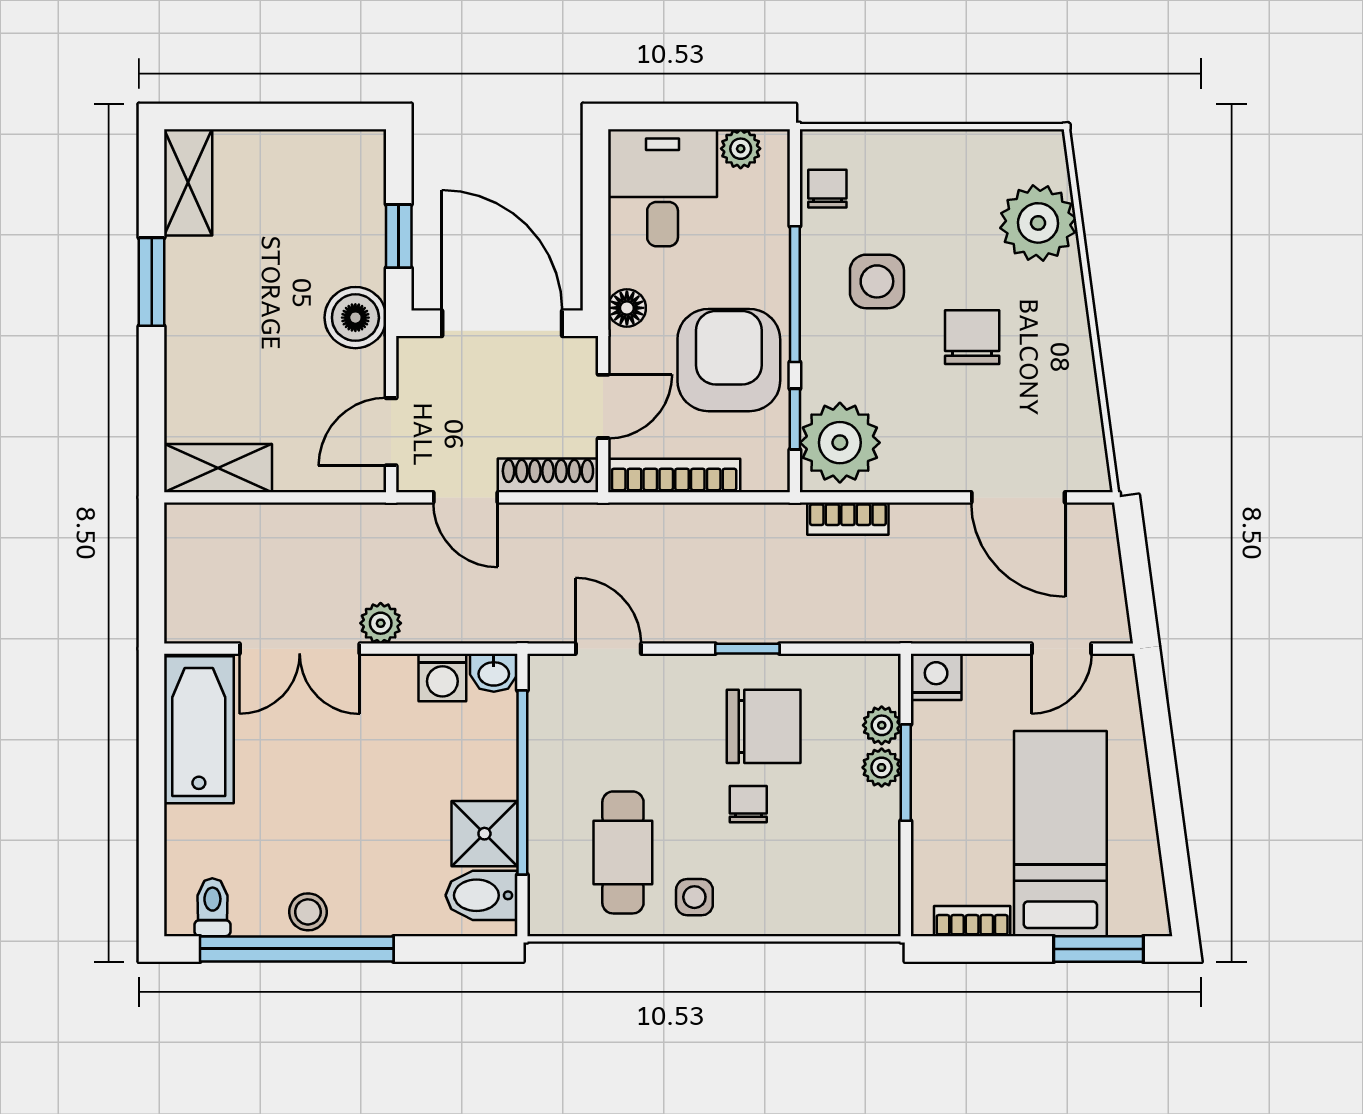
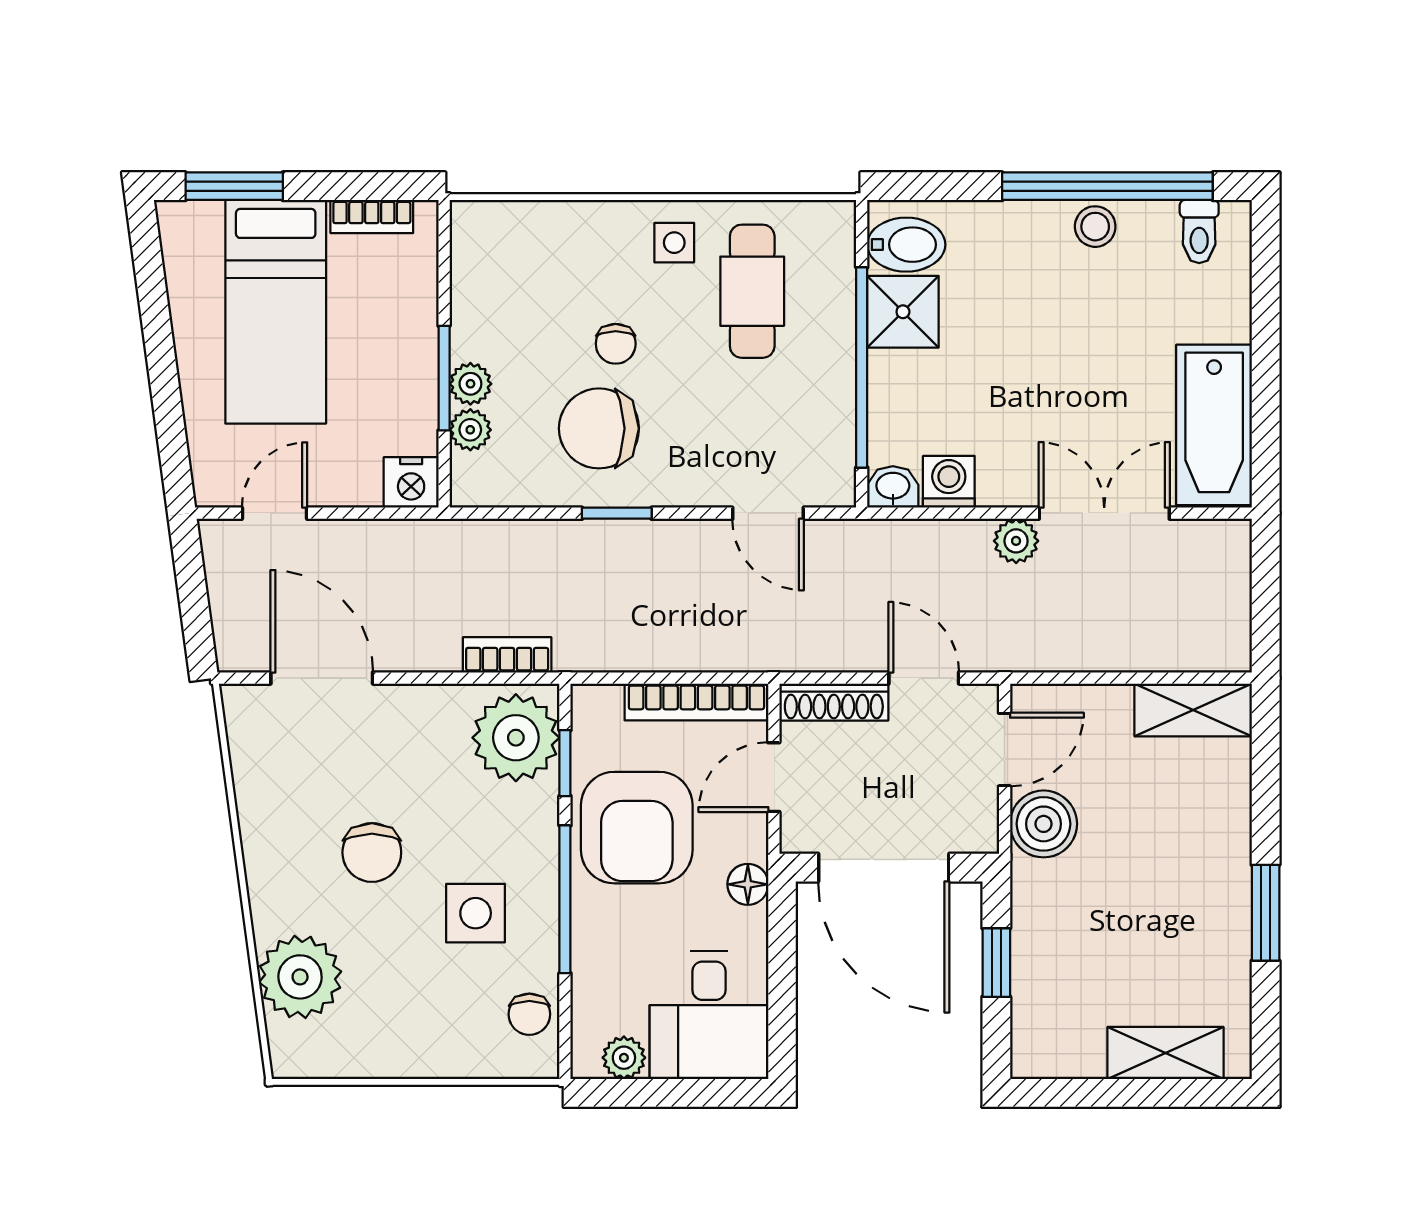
shelving: (188, 182) -> (1166, 1053), moved, turned 90
boiler: (355, 318) -> (1044, 824), moved

